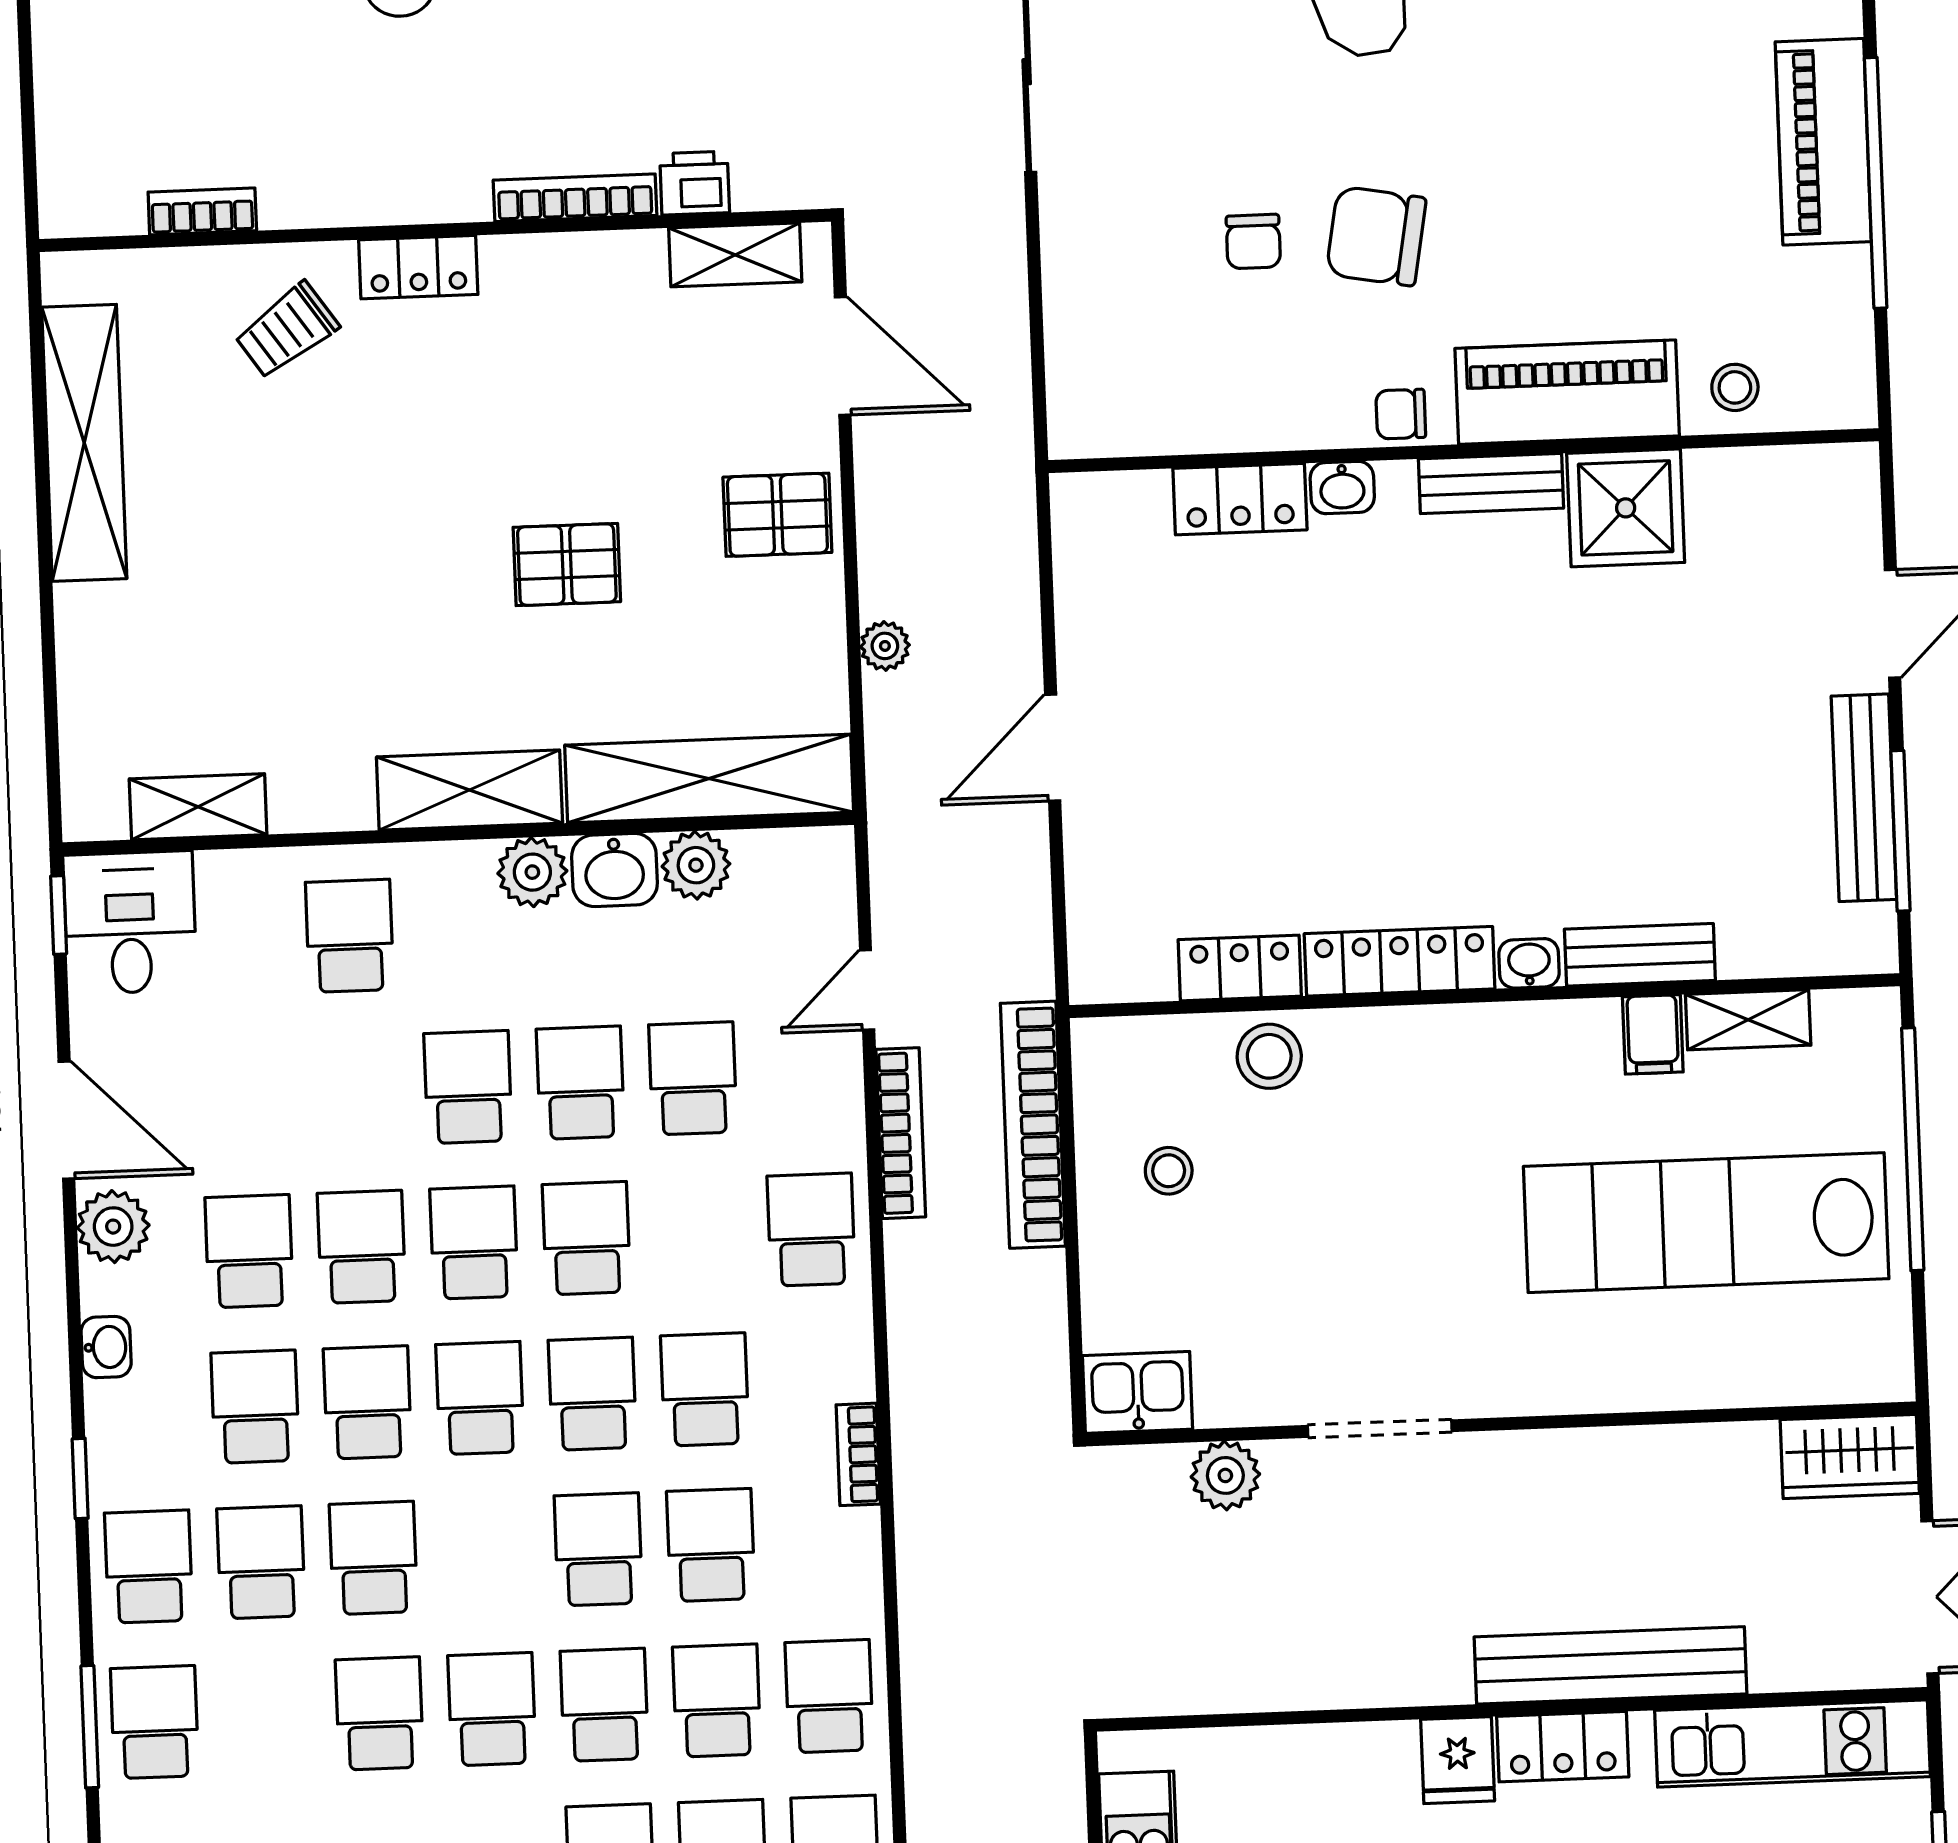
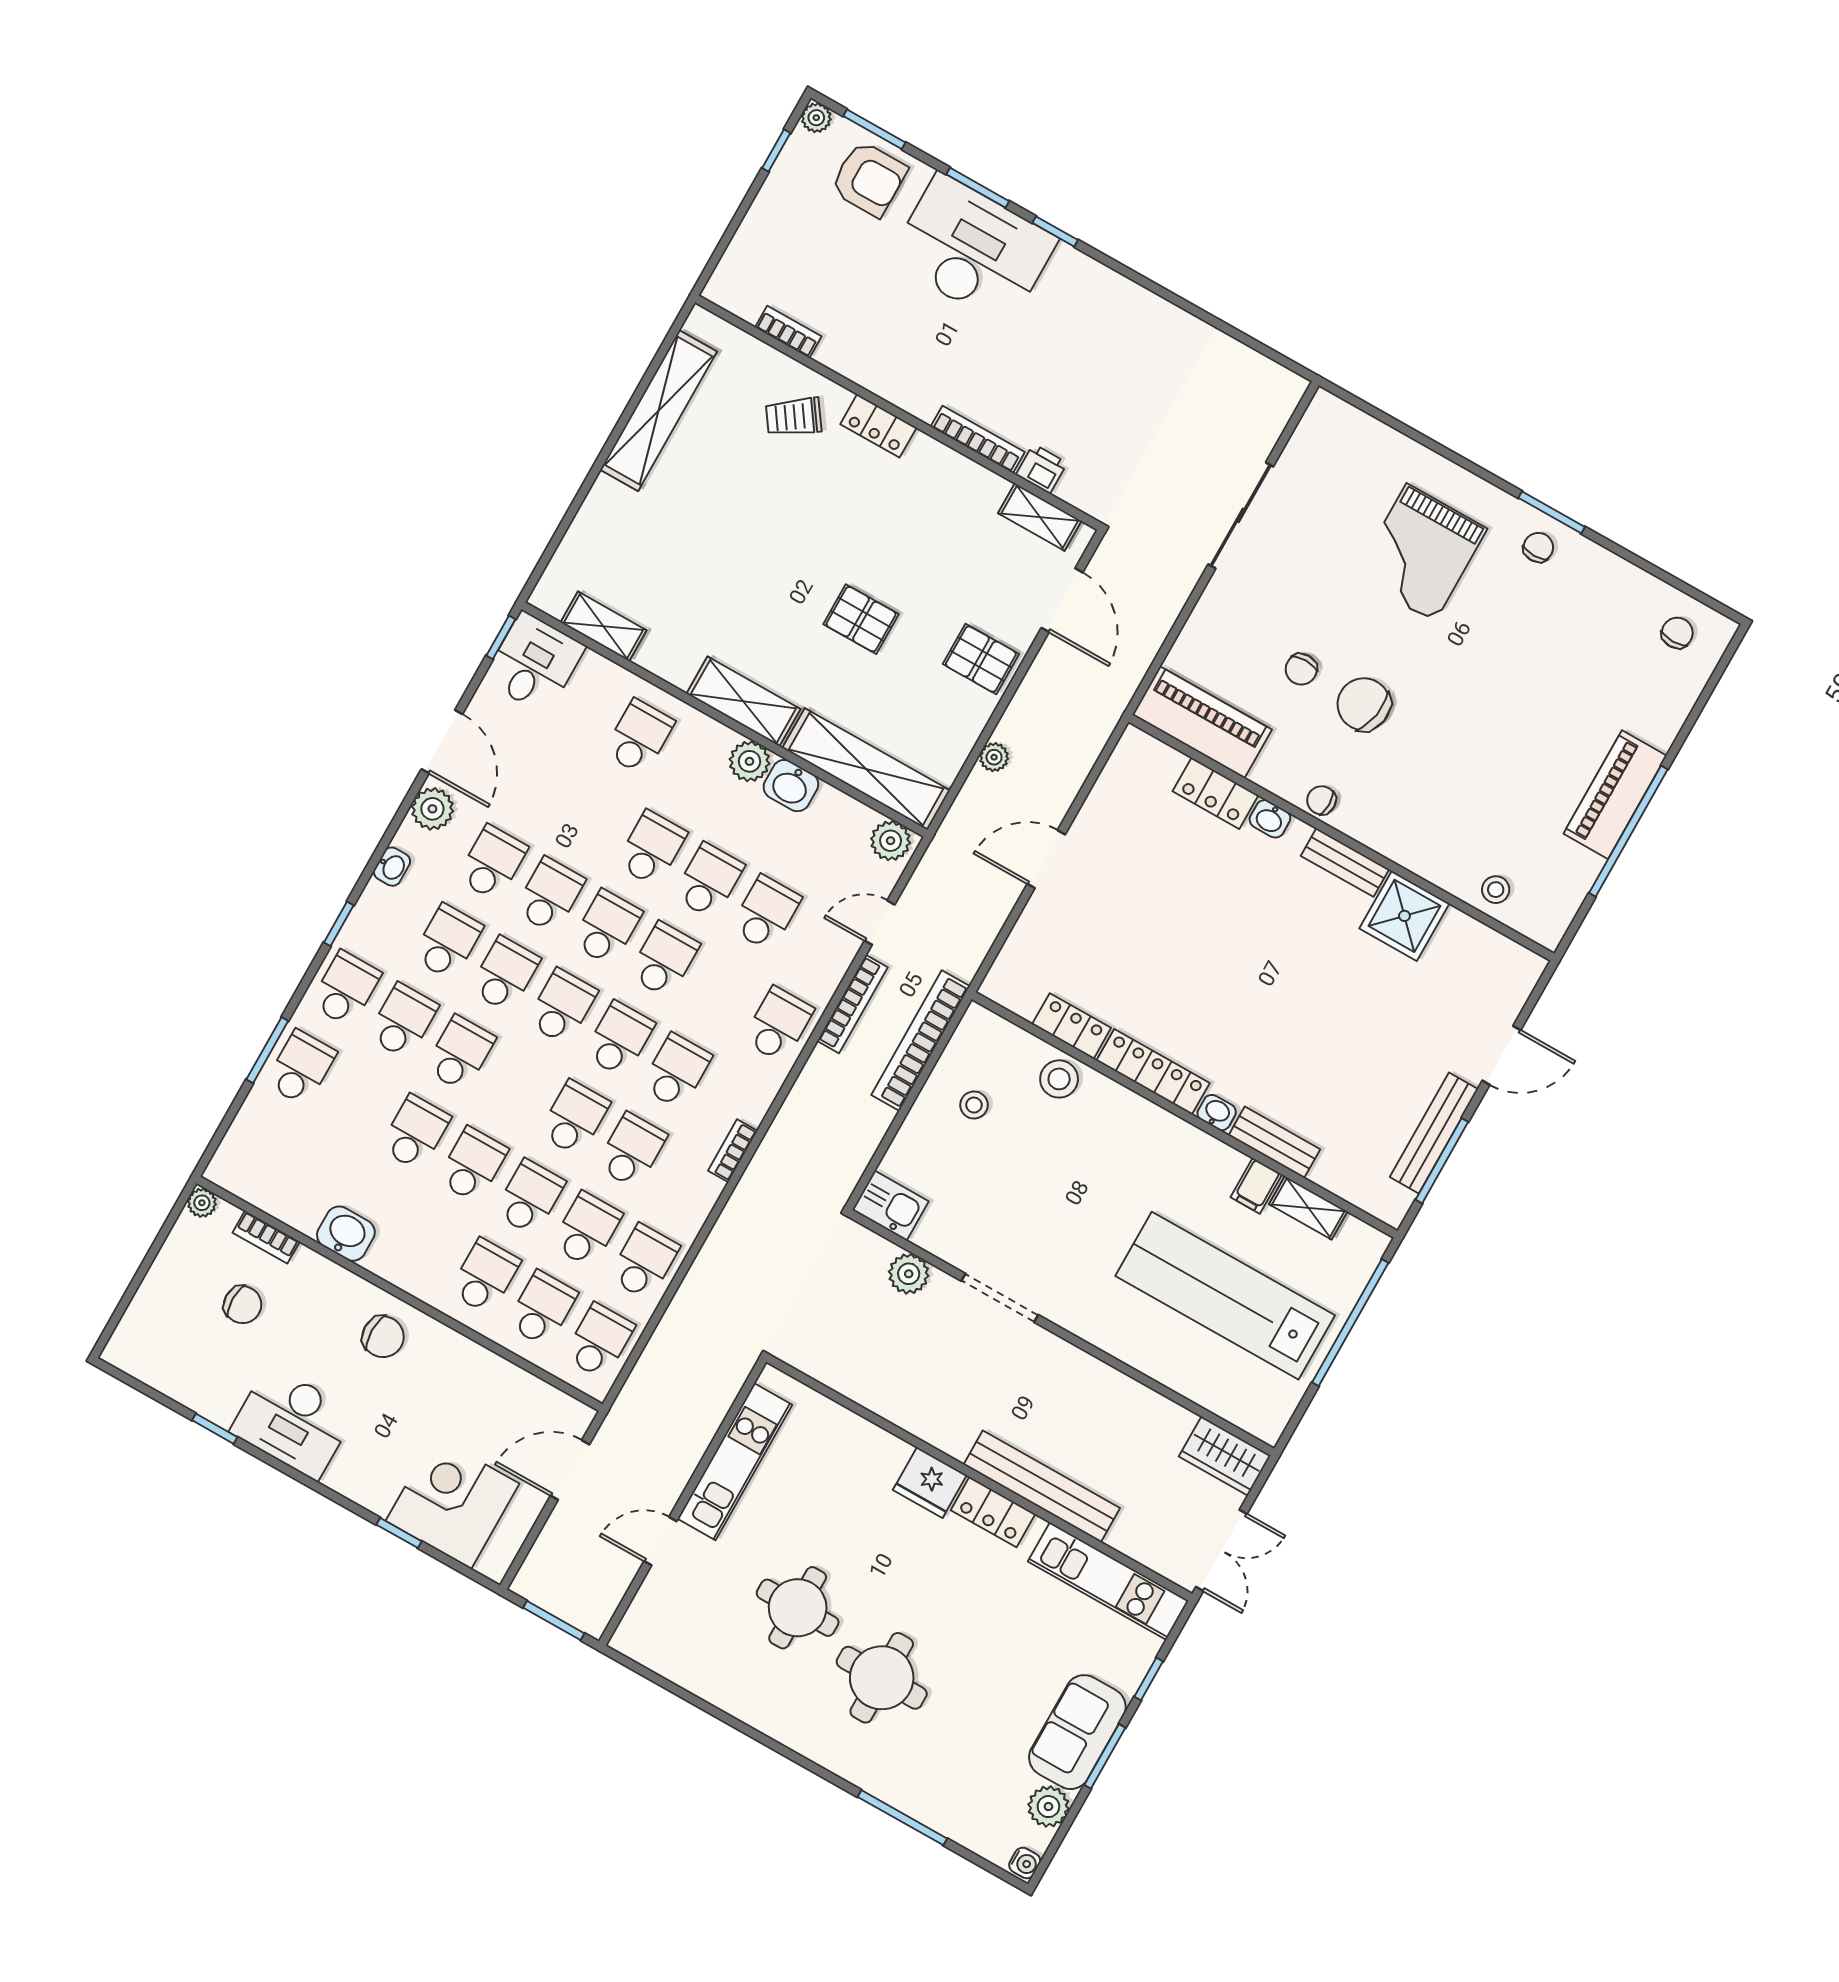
piano: (1567, 392) -> (1202, 722), moved
plant: (696, 865) -> (891, 841), moved
fridge: (1458, 1760) -> (930, 1483), width x1.38

